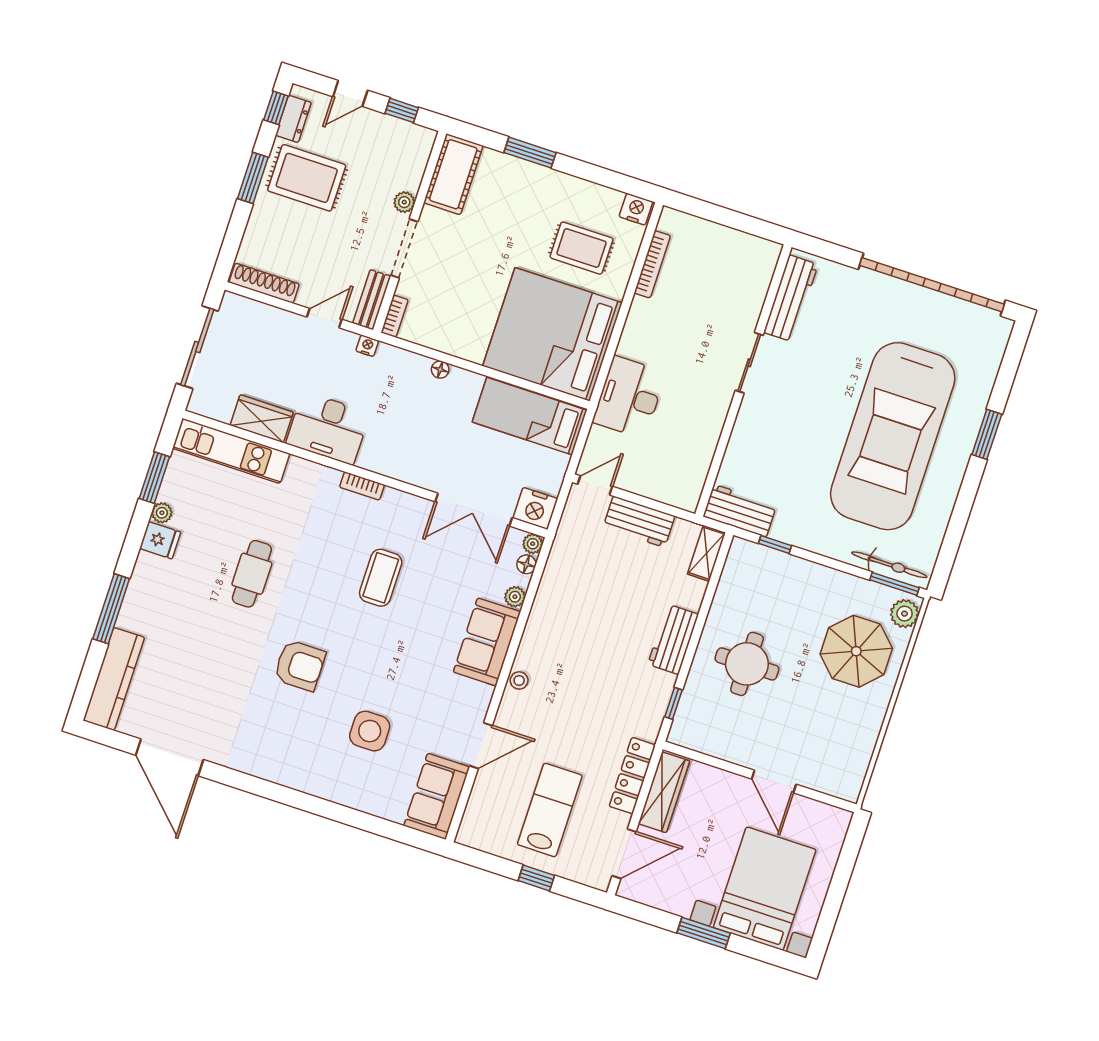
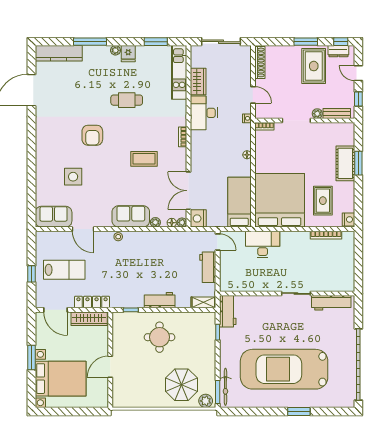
cot: (453, 174) -> (345, 163), moved, turned 90
bench: (372, 300) -> (337, 114), moved
plant: (162, 513) -> (115, 50), moved

